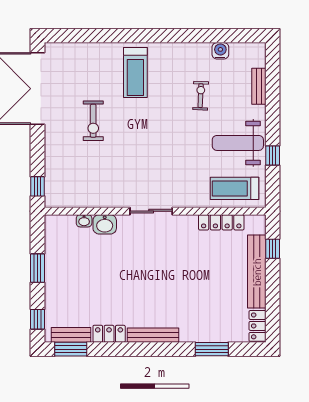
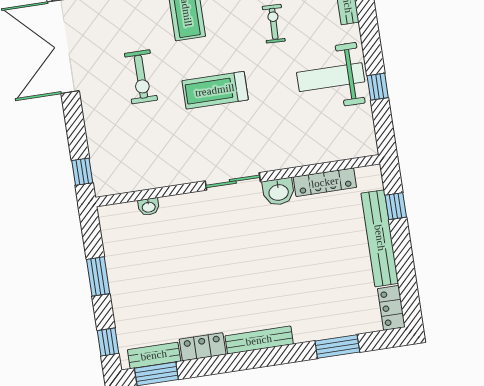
treadmill: (235, 188) -> (215, 90), moved
washbasin: (105, 224) -> (278, 192), moved

